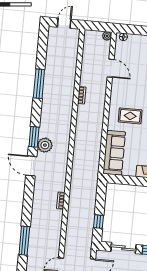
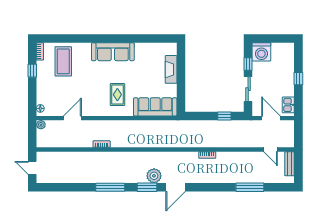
window: (39, 84) -> (110, 187), moved

